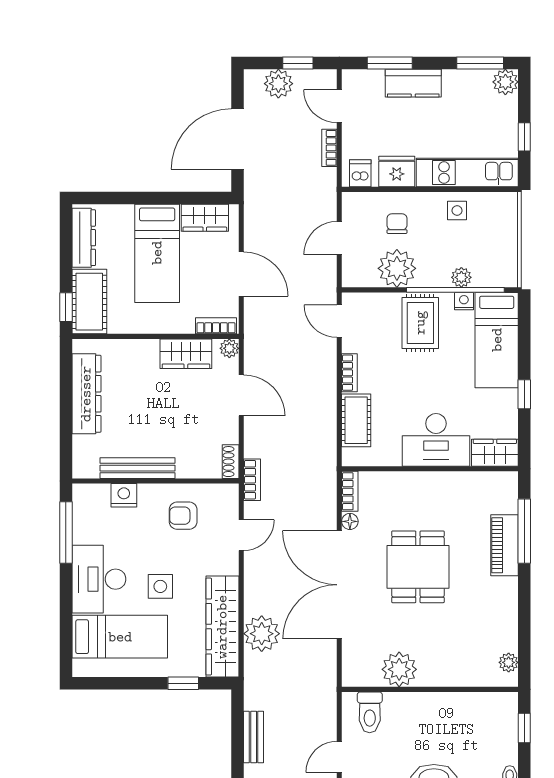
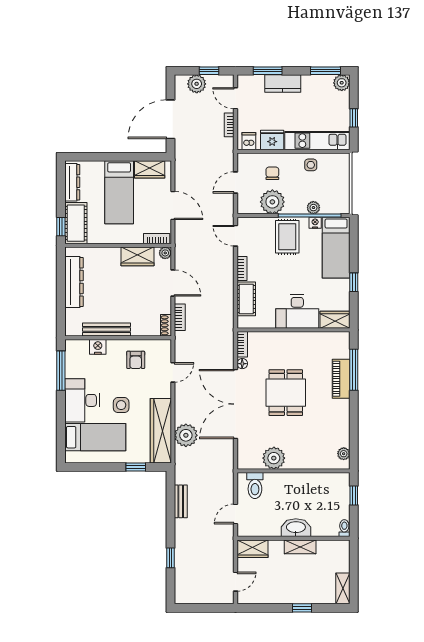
bookcase: (252, 480) -> (180, 317), moved
armchair: (183, 516) -> (136, 360), turned -90

